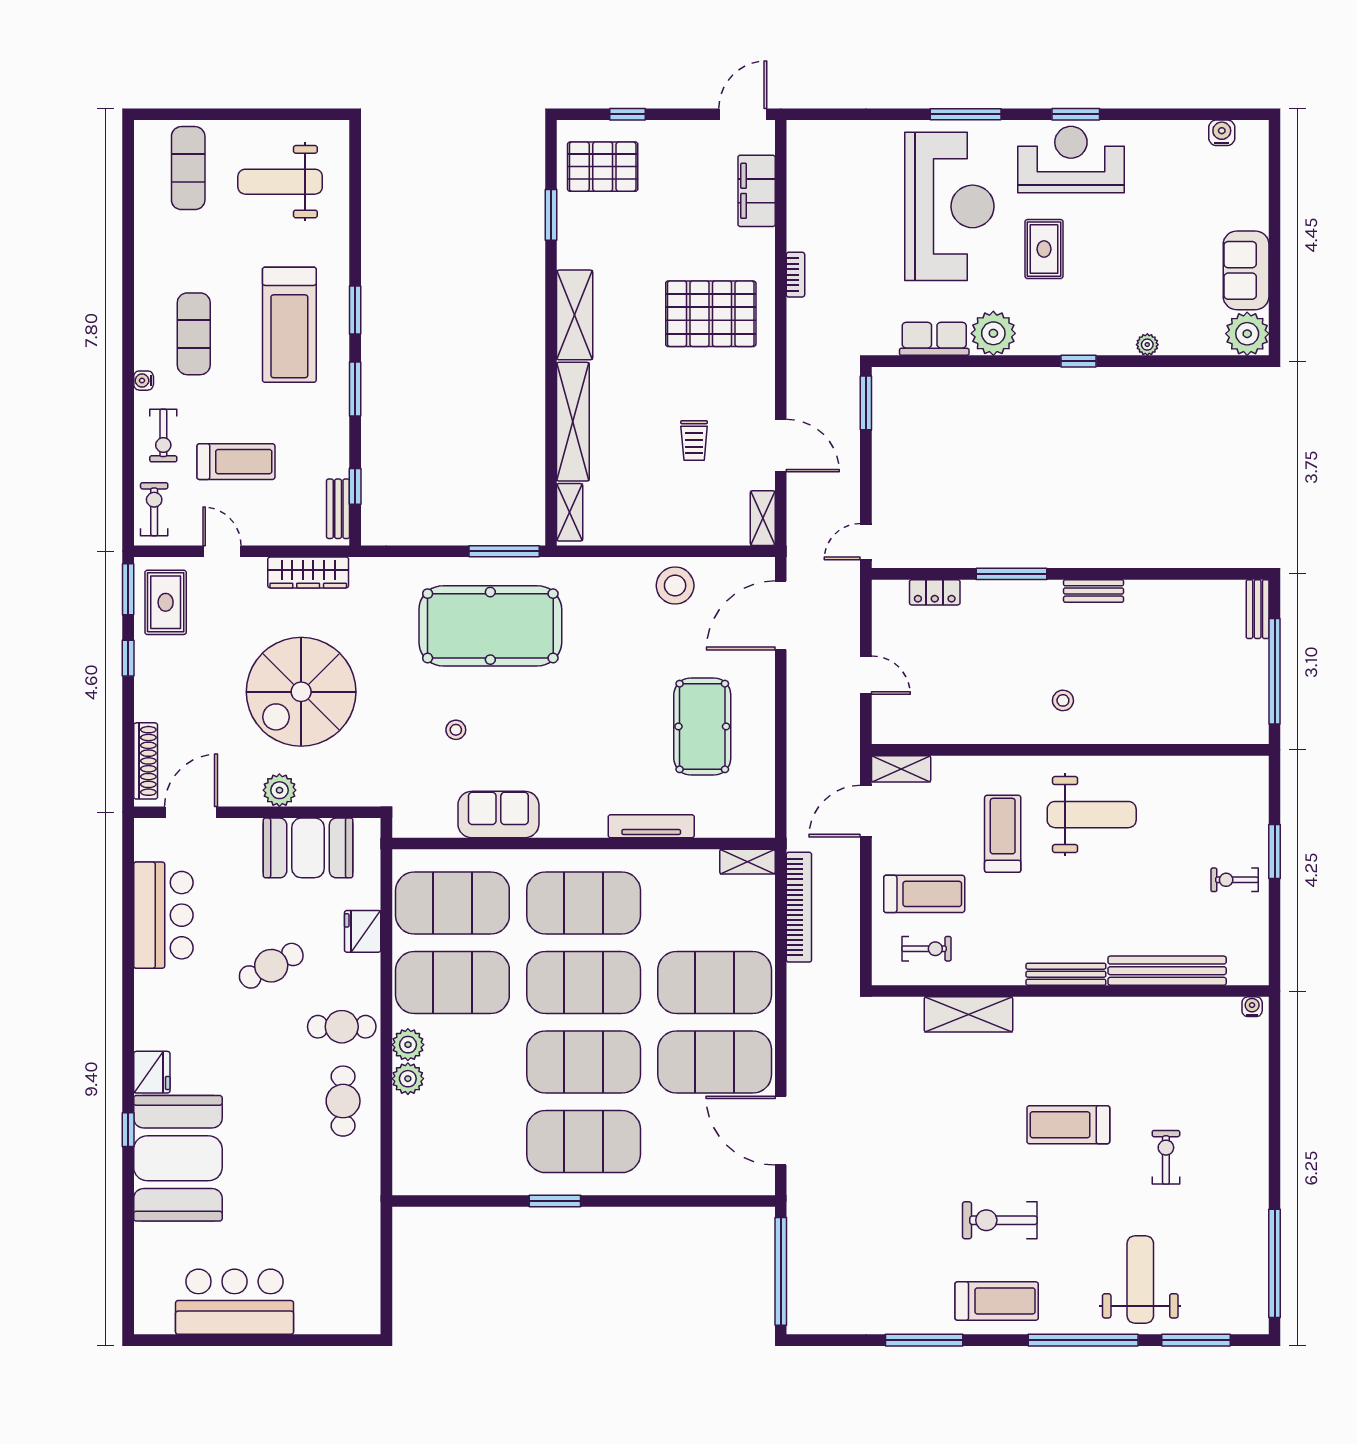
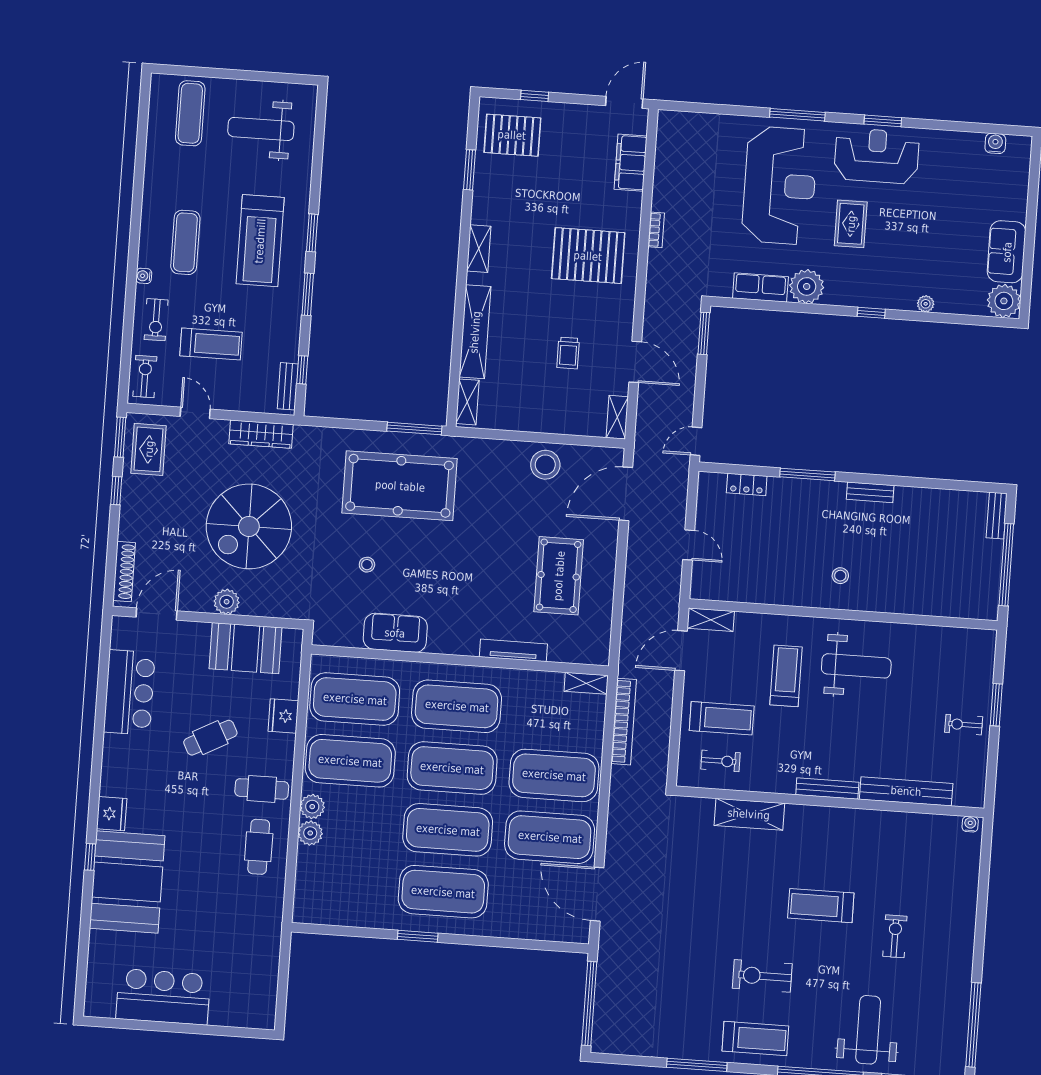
shelving: (575, 315) -> (479, 249), width x0.67, depth x0.75

